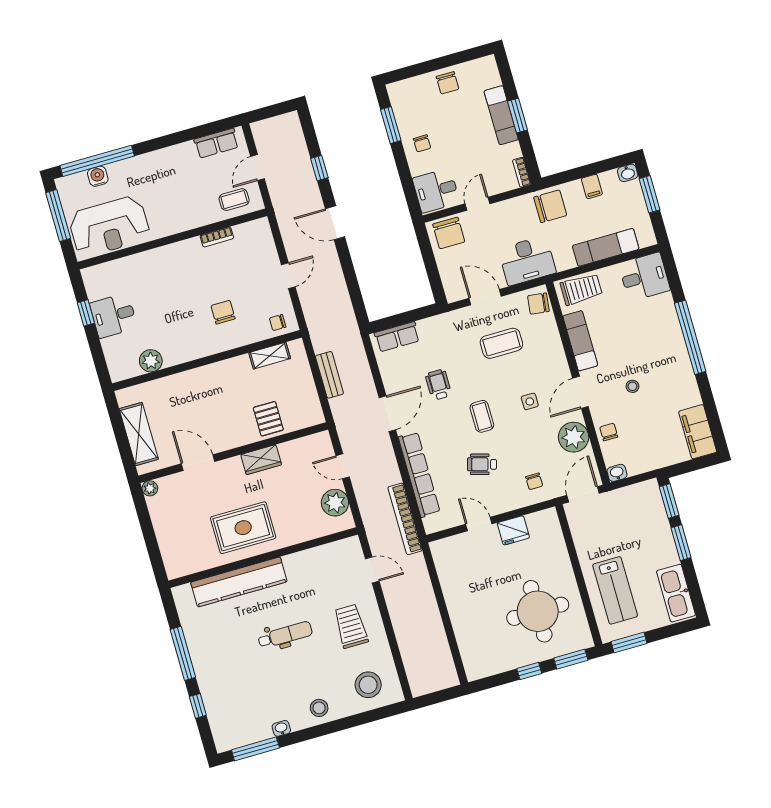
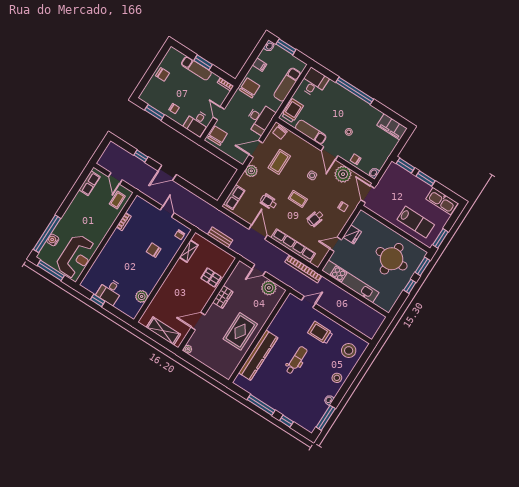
chair: (449, 233) -> (218, 136), turned -91
plant: (452, 322) -> (251, 171), added
kitchen unit: (454, 592) -> (350, 281), added

